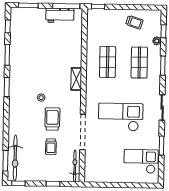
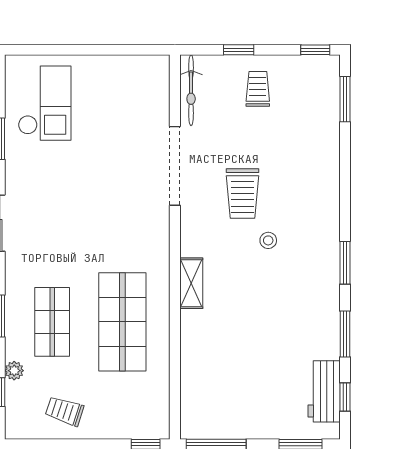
workbench: (60, 15) -> (324, 391), moved, turned -90
shop shelf: (108, 62) -> (122, 322), width x1.43, depth x1.36
checkout: (121, 117) -> (91, 200), removed
trolley: (51, 147) -> (258, 89), moved
bicycle: (15, 158) -> (323, 106), removed
checkout: (141, 161) -> (45, 103), turned -90

